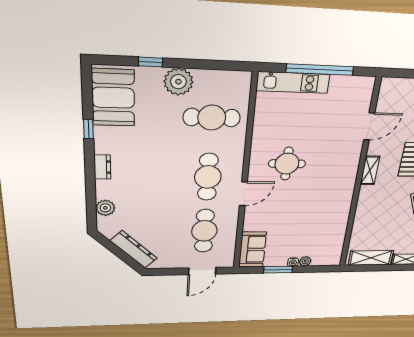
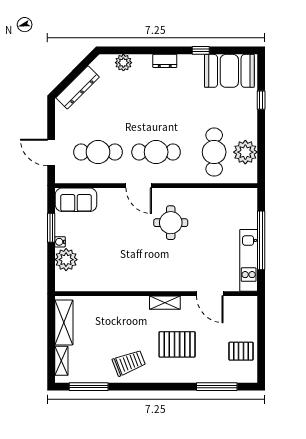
plant: (178, 82) -> (245, 152), moved
kitchen unit: (293, 83) -> (249, 260), moved
plant: (305, 261) -> (66, 260), width x1.88, depth x1.88

